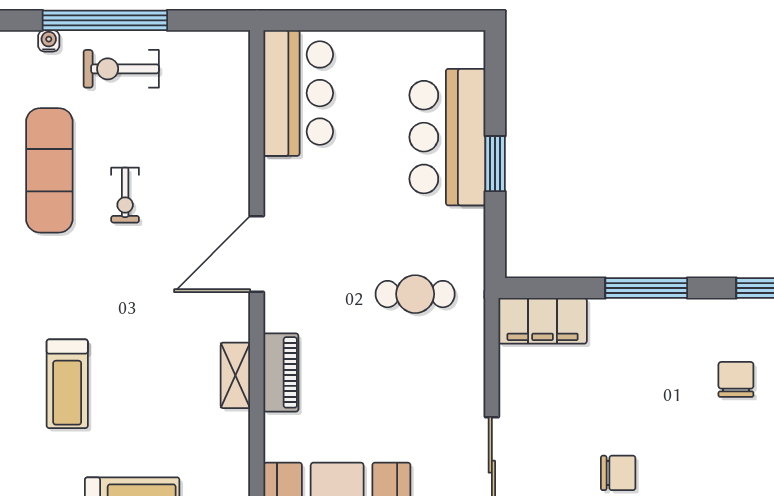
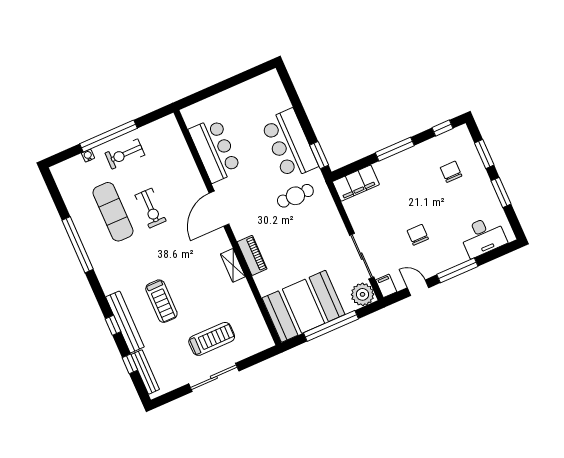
bar counter: (298, 93) -> (215, 150), moved
bar counter: (447, 137) -> (289, 144), moved
window: (495, 164) -> (319, 155), moved
exercise bike: (125, 195) -> (151, 208), width x1.38, depth x1.39
chair: (618, 473) -> (418, 235), turned -90

